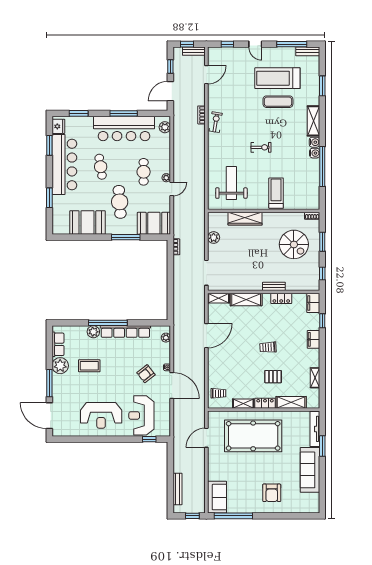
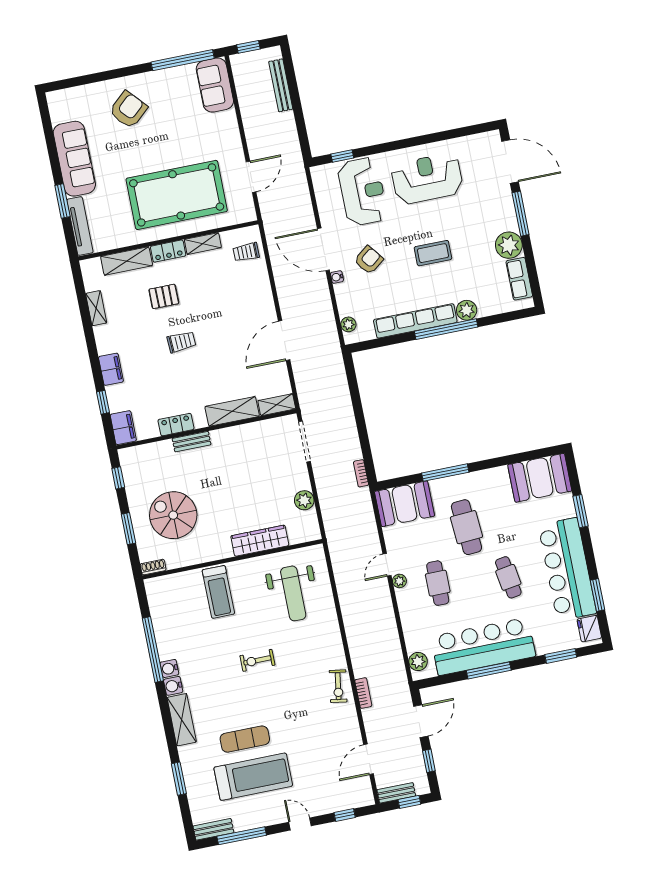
booth: (87, 223) -> (540, 478), moved
coffee table: (89, 366) -> (433, 253), moved
armchair: (272, 493) -> (128, 110), turned 48

